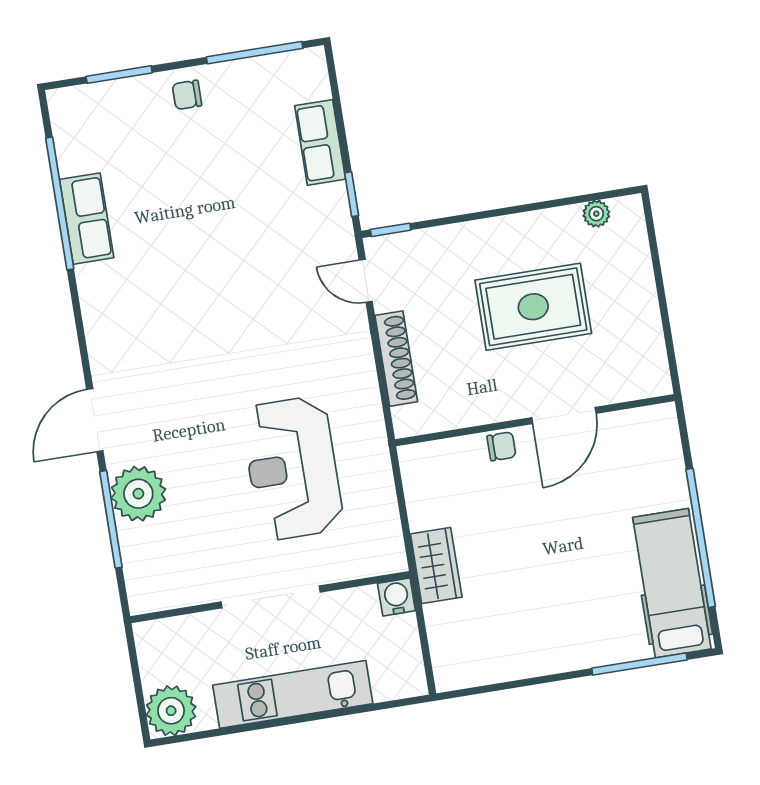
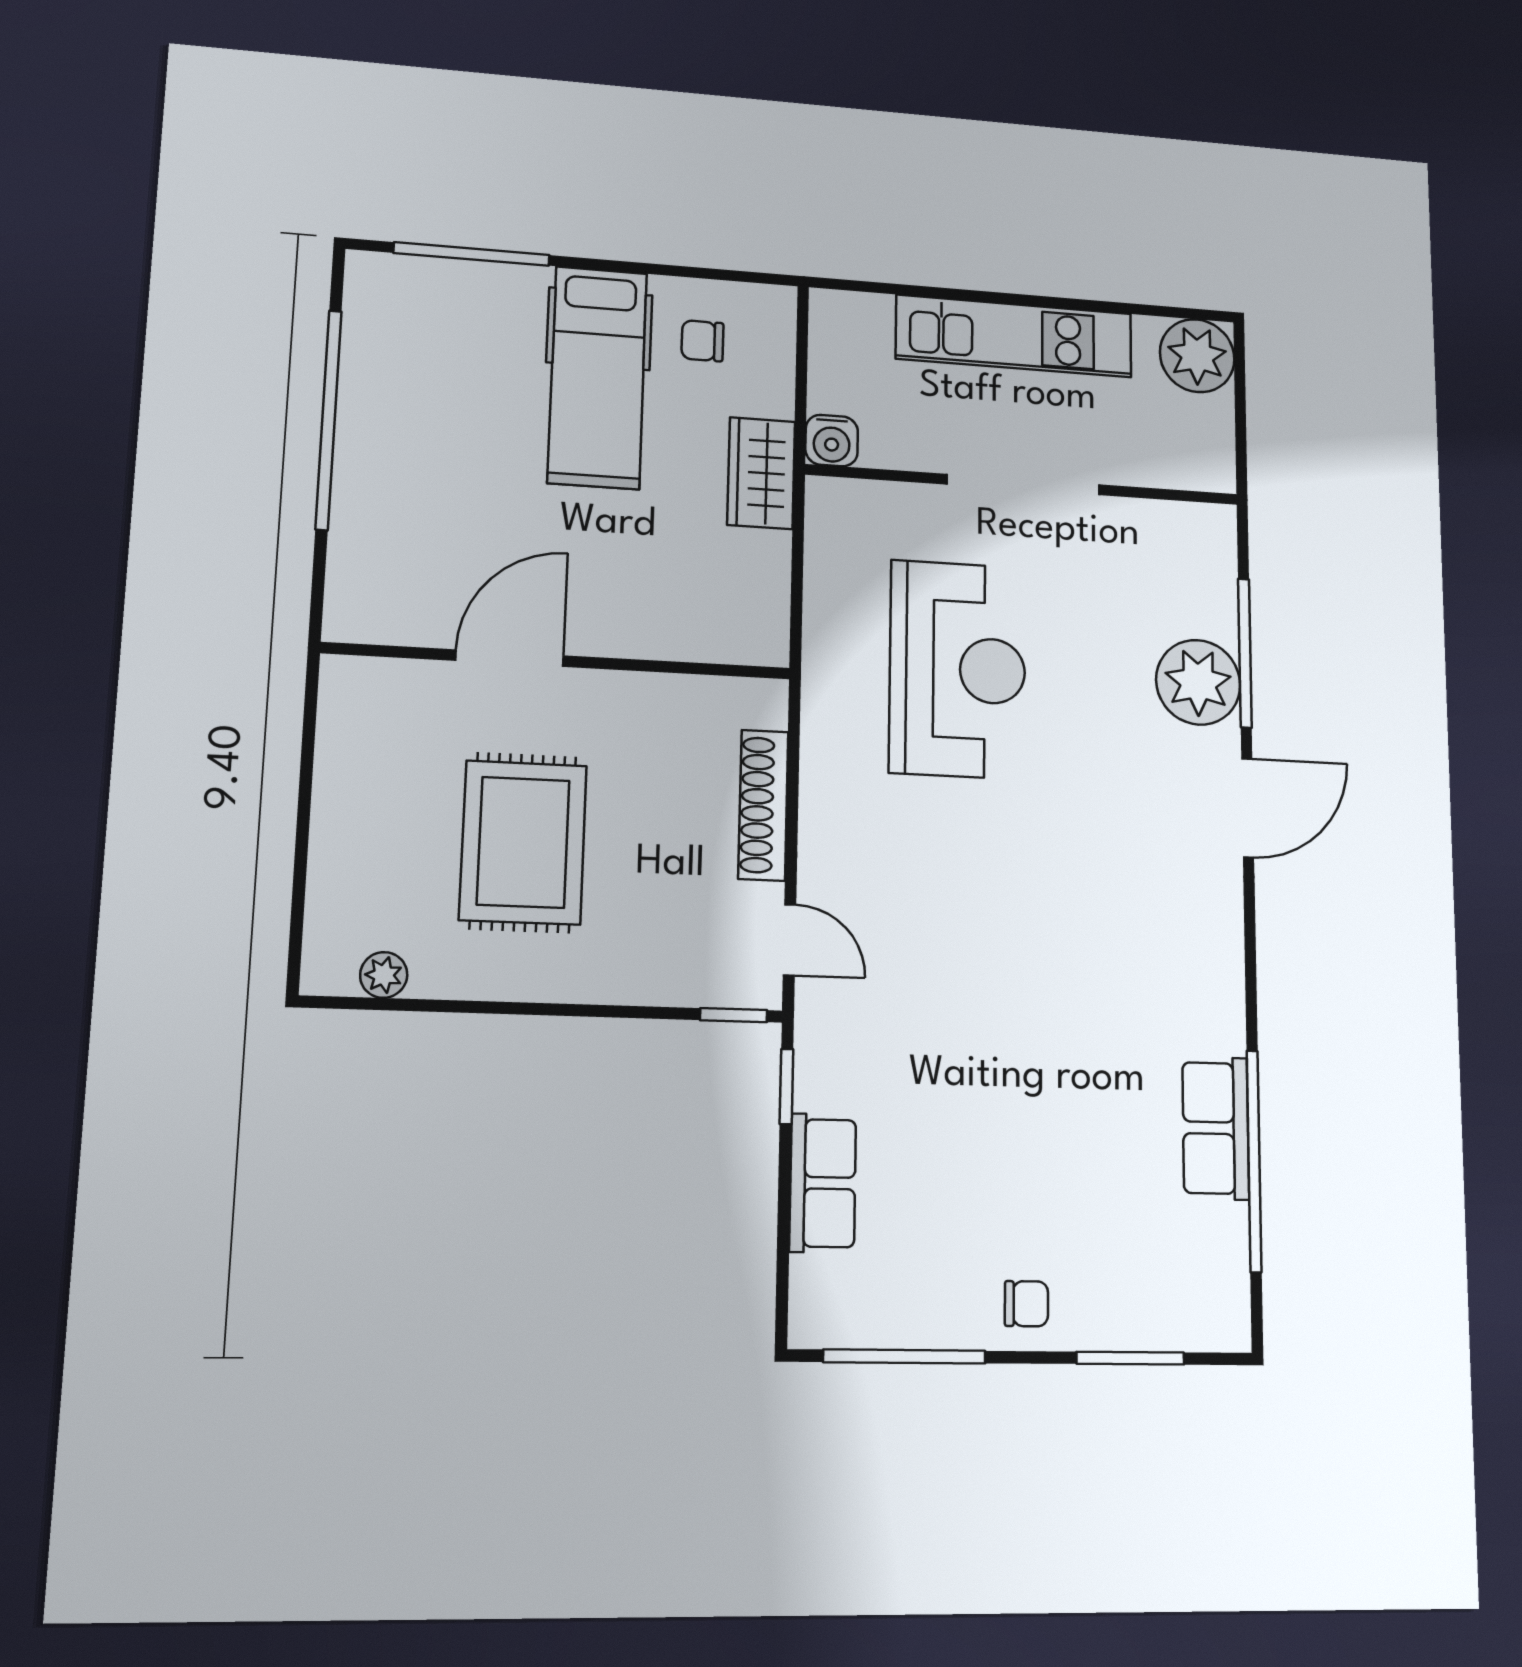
rug: (533, 307) -> (523, 842), turned 90
chair: (501, 446) -> (702, 341), moved
hospital bed: (672, 583) -> (597, 377), moved

